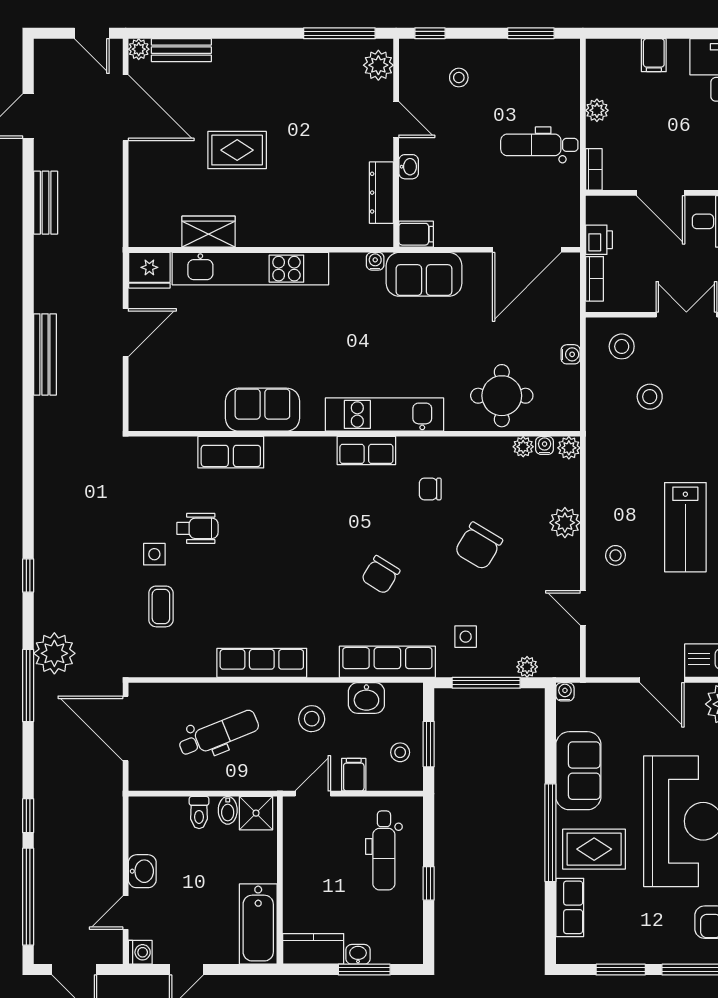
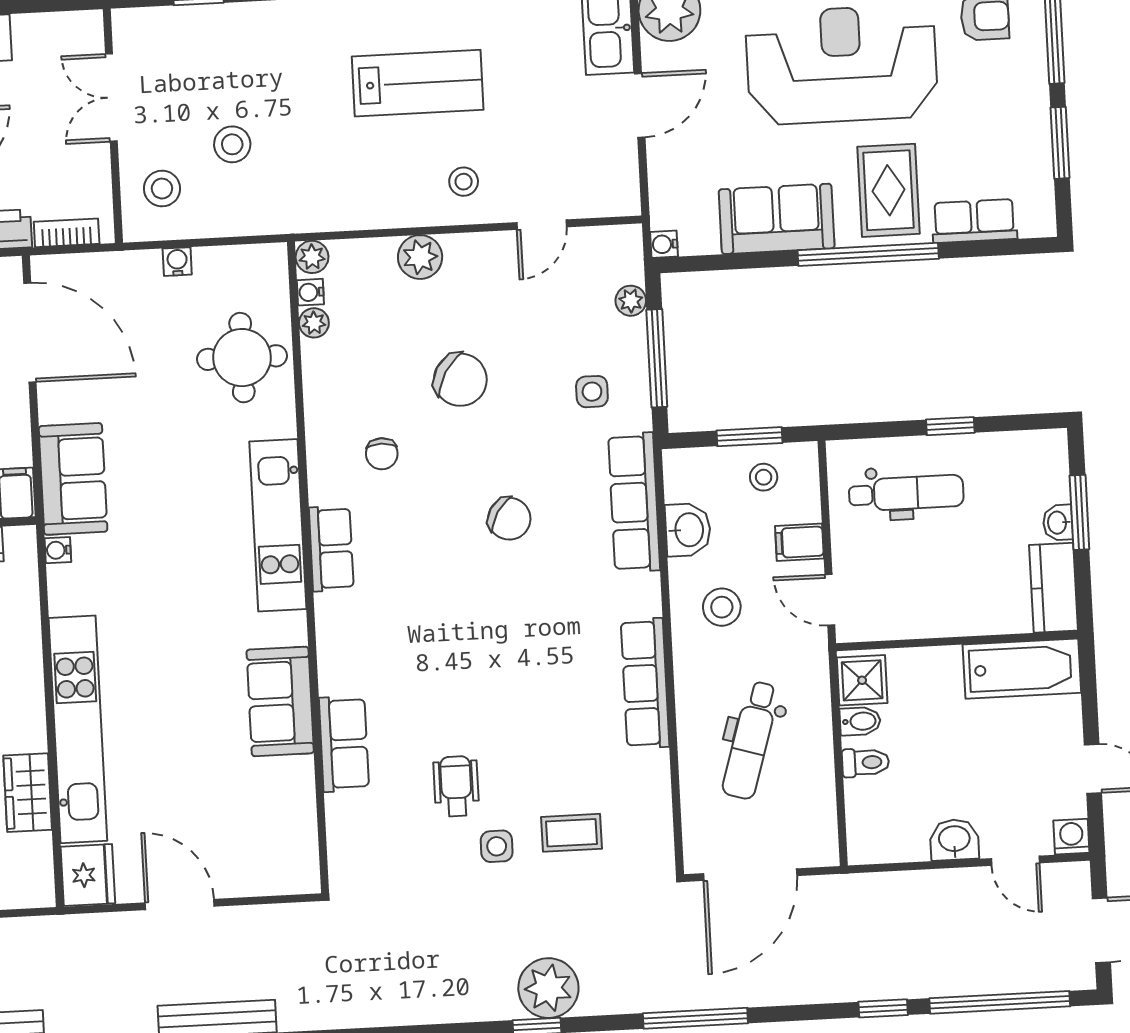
plant: (54, 653) -> (548, 988), moved
dental chair: (219, 734) -> (751, 740), turned -141

